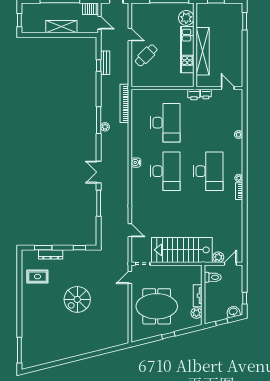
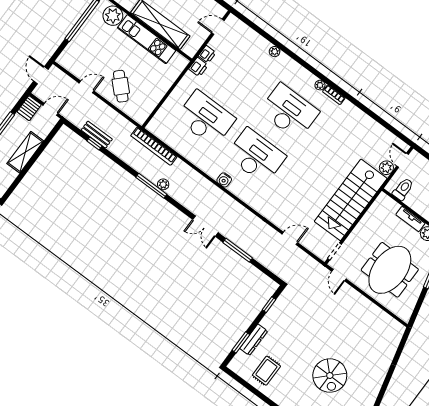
spiral stairs: (77, 299) -> (330, 375), moved

